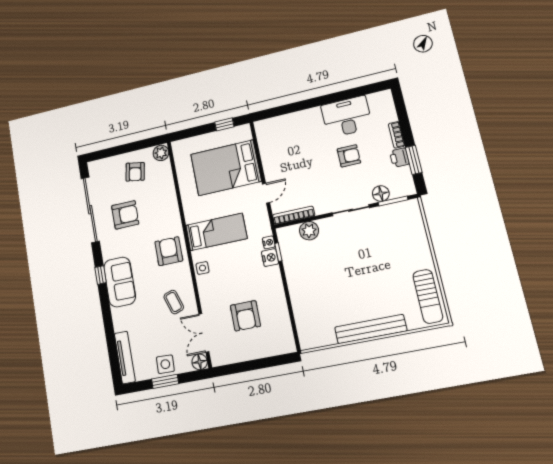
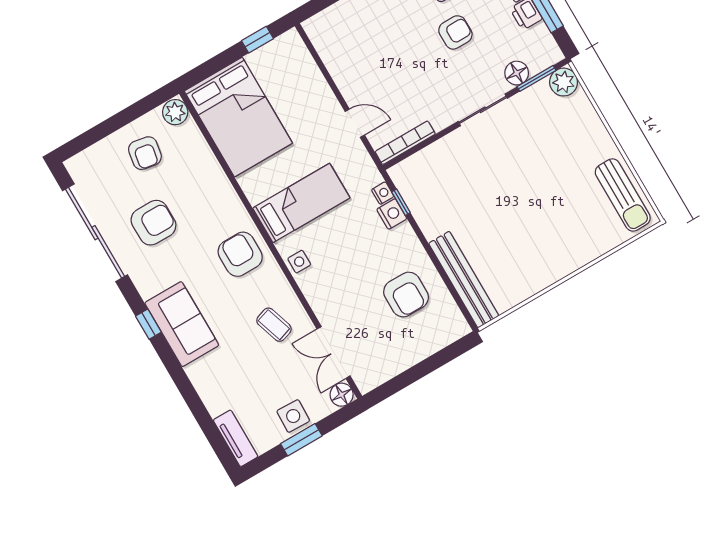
bed: (226, 168) -> (238, 117), moved, turned -90
door: (266, 193) -> (355, 123), hinge flipped
plant: (309, 231) -> (564, 82), moved
armchair: (245, 316) -> (406, 295), moved
bench: (371, 329) -> (464, 280), moved, turned 90
tv unit: (125, 357) -> (236, 438), width x0.71

